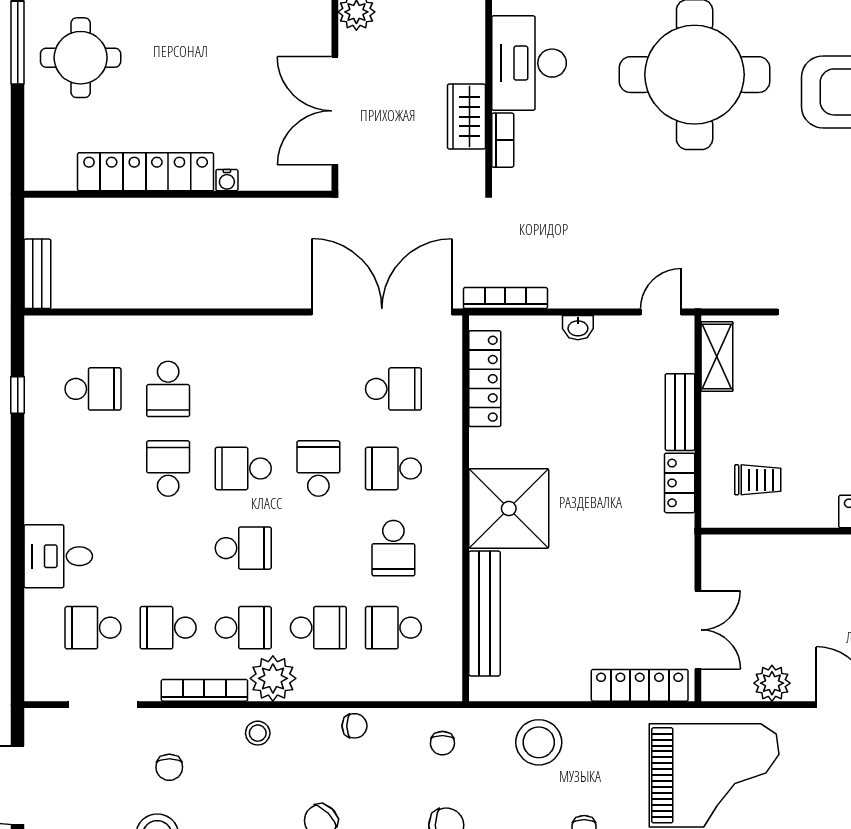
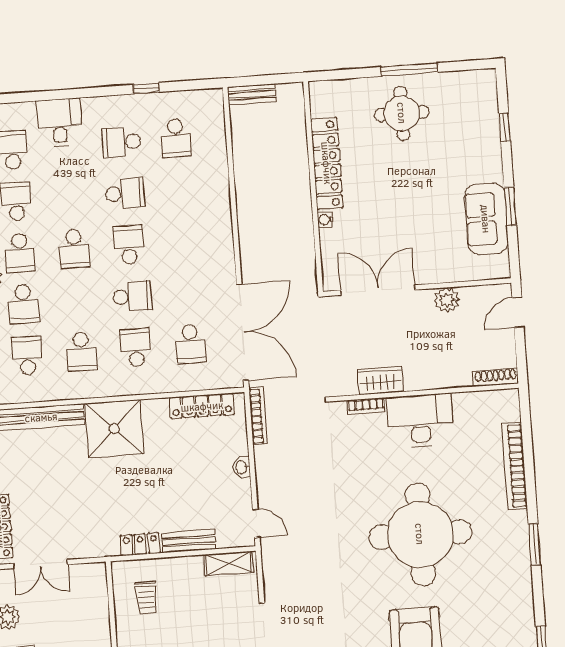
school desk: (168, 389) -> (121, 142), moved
window: (18, 395) -> (146, 88), moved
school desk: (393, 548) -> (82, 352), turned -90

